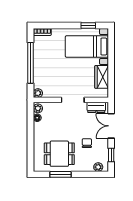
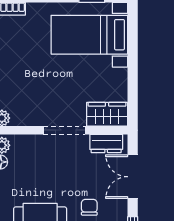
wardrobe: (102, 77) -> (107, 114), moved, turned 90

